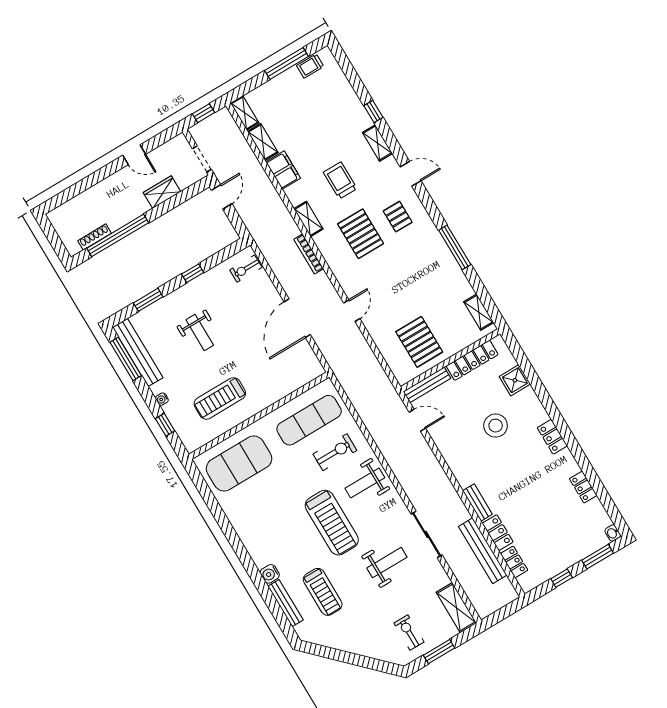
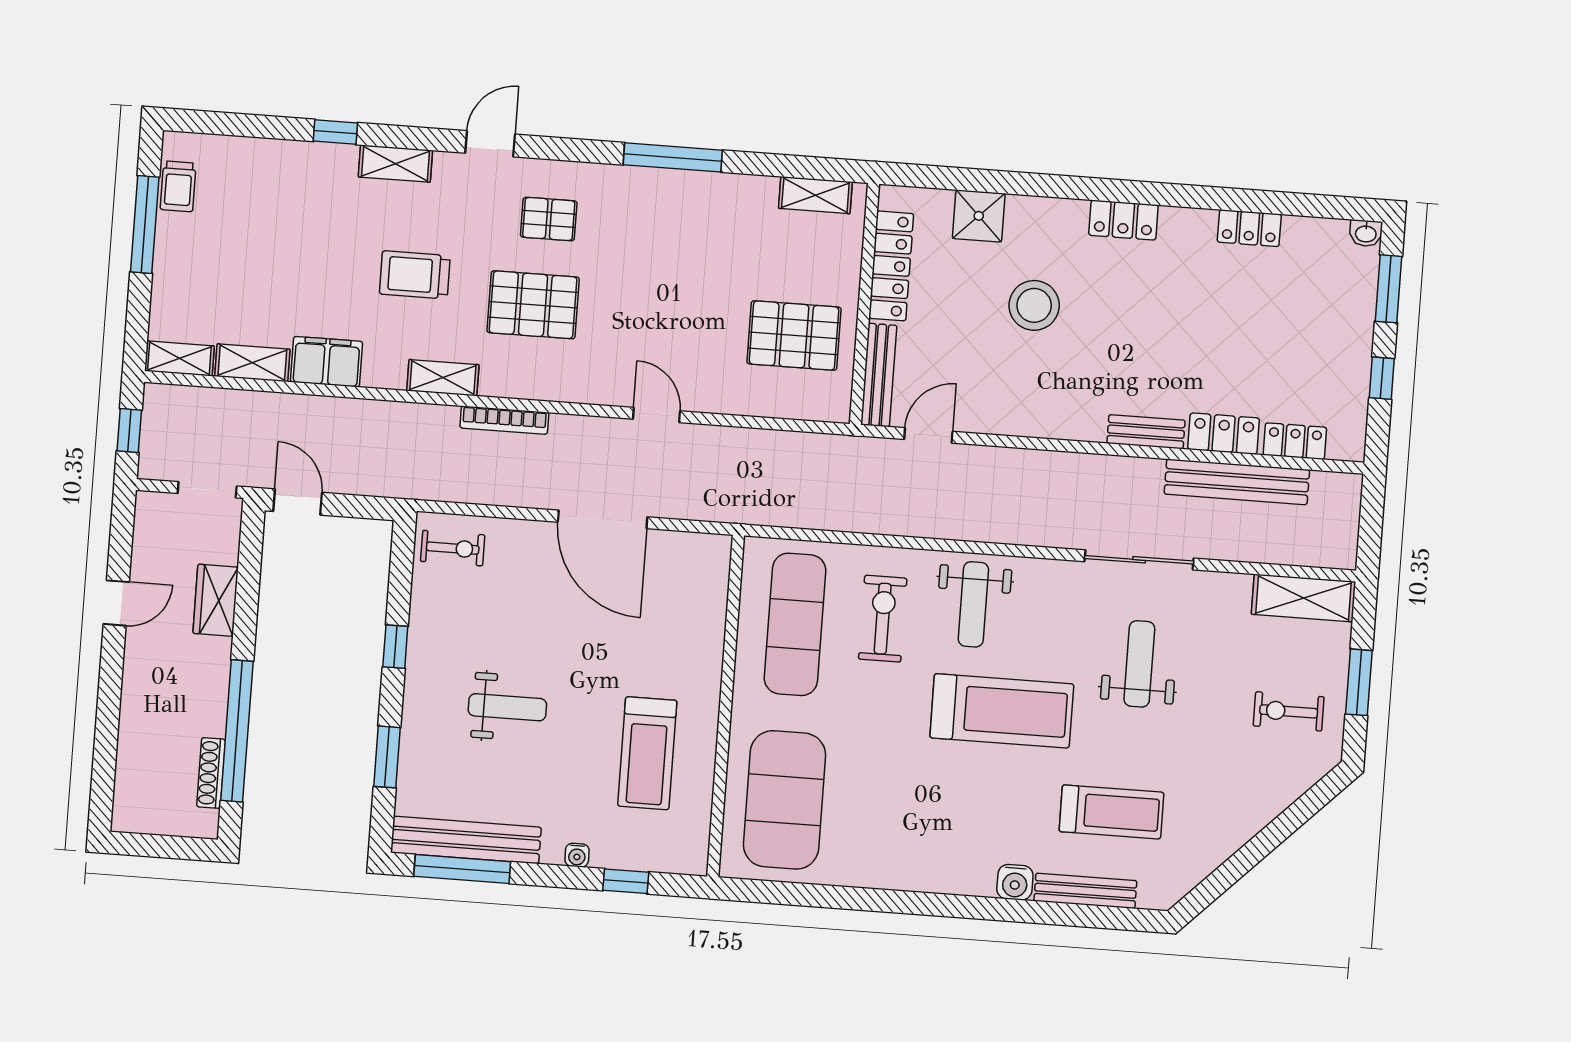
exercise bike: (246, 269) -> (453, 548), turned -90

